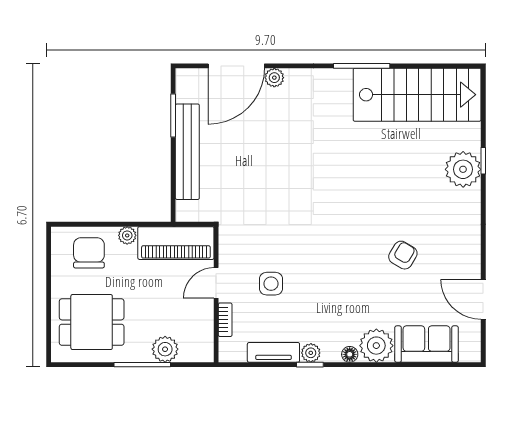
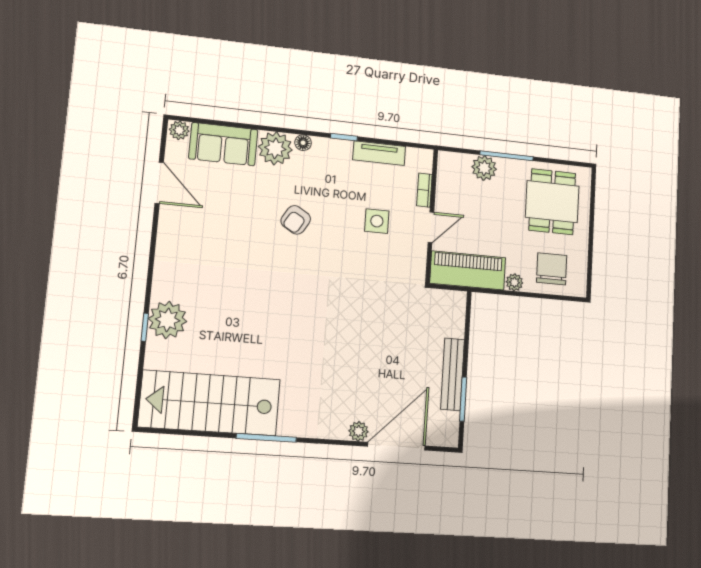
bench: (187, 152) -> (453, 374), width x0.73, depth x0.82
chair: (89, 253) -> (552, 269), turned 180
armchair: (403, 255) -> (296, 220), moved
dining table: (92, 322) -> (552, 202), turned 90
plant: (311, 353) -> (179, 130), moved

